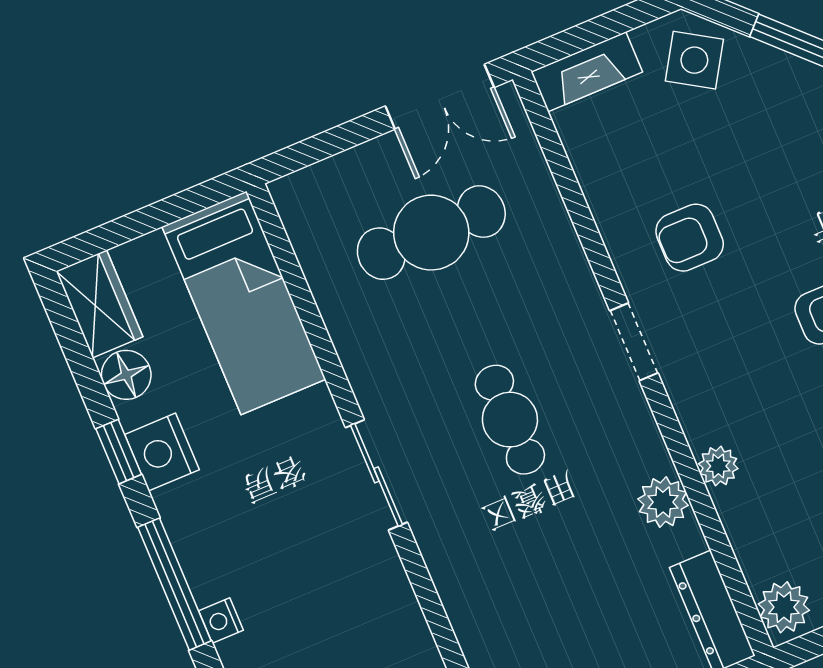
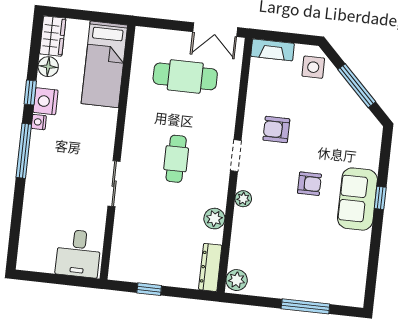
side table: (694, 60) -> (313, 67), turned -32
plant: (718, 466) -> (243, 199), moved
sliding door: (376, 475) -> (114, 184), moved
nightstand: (221, 620) -> (39, 122), moved

